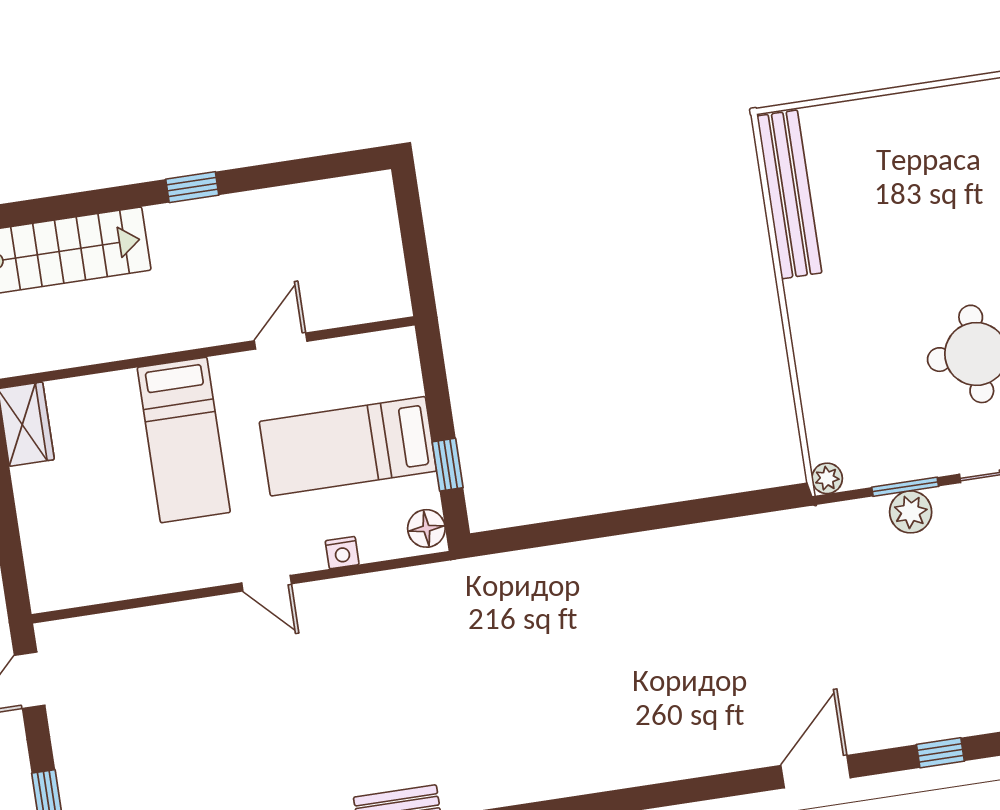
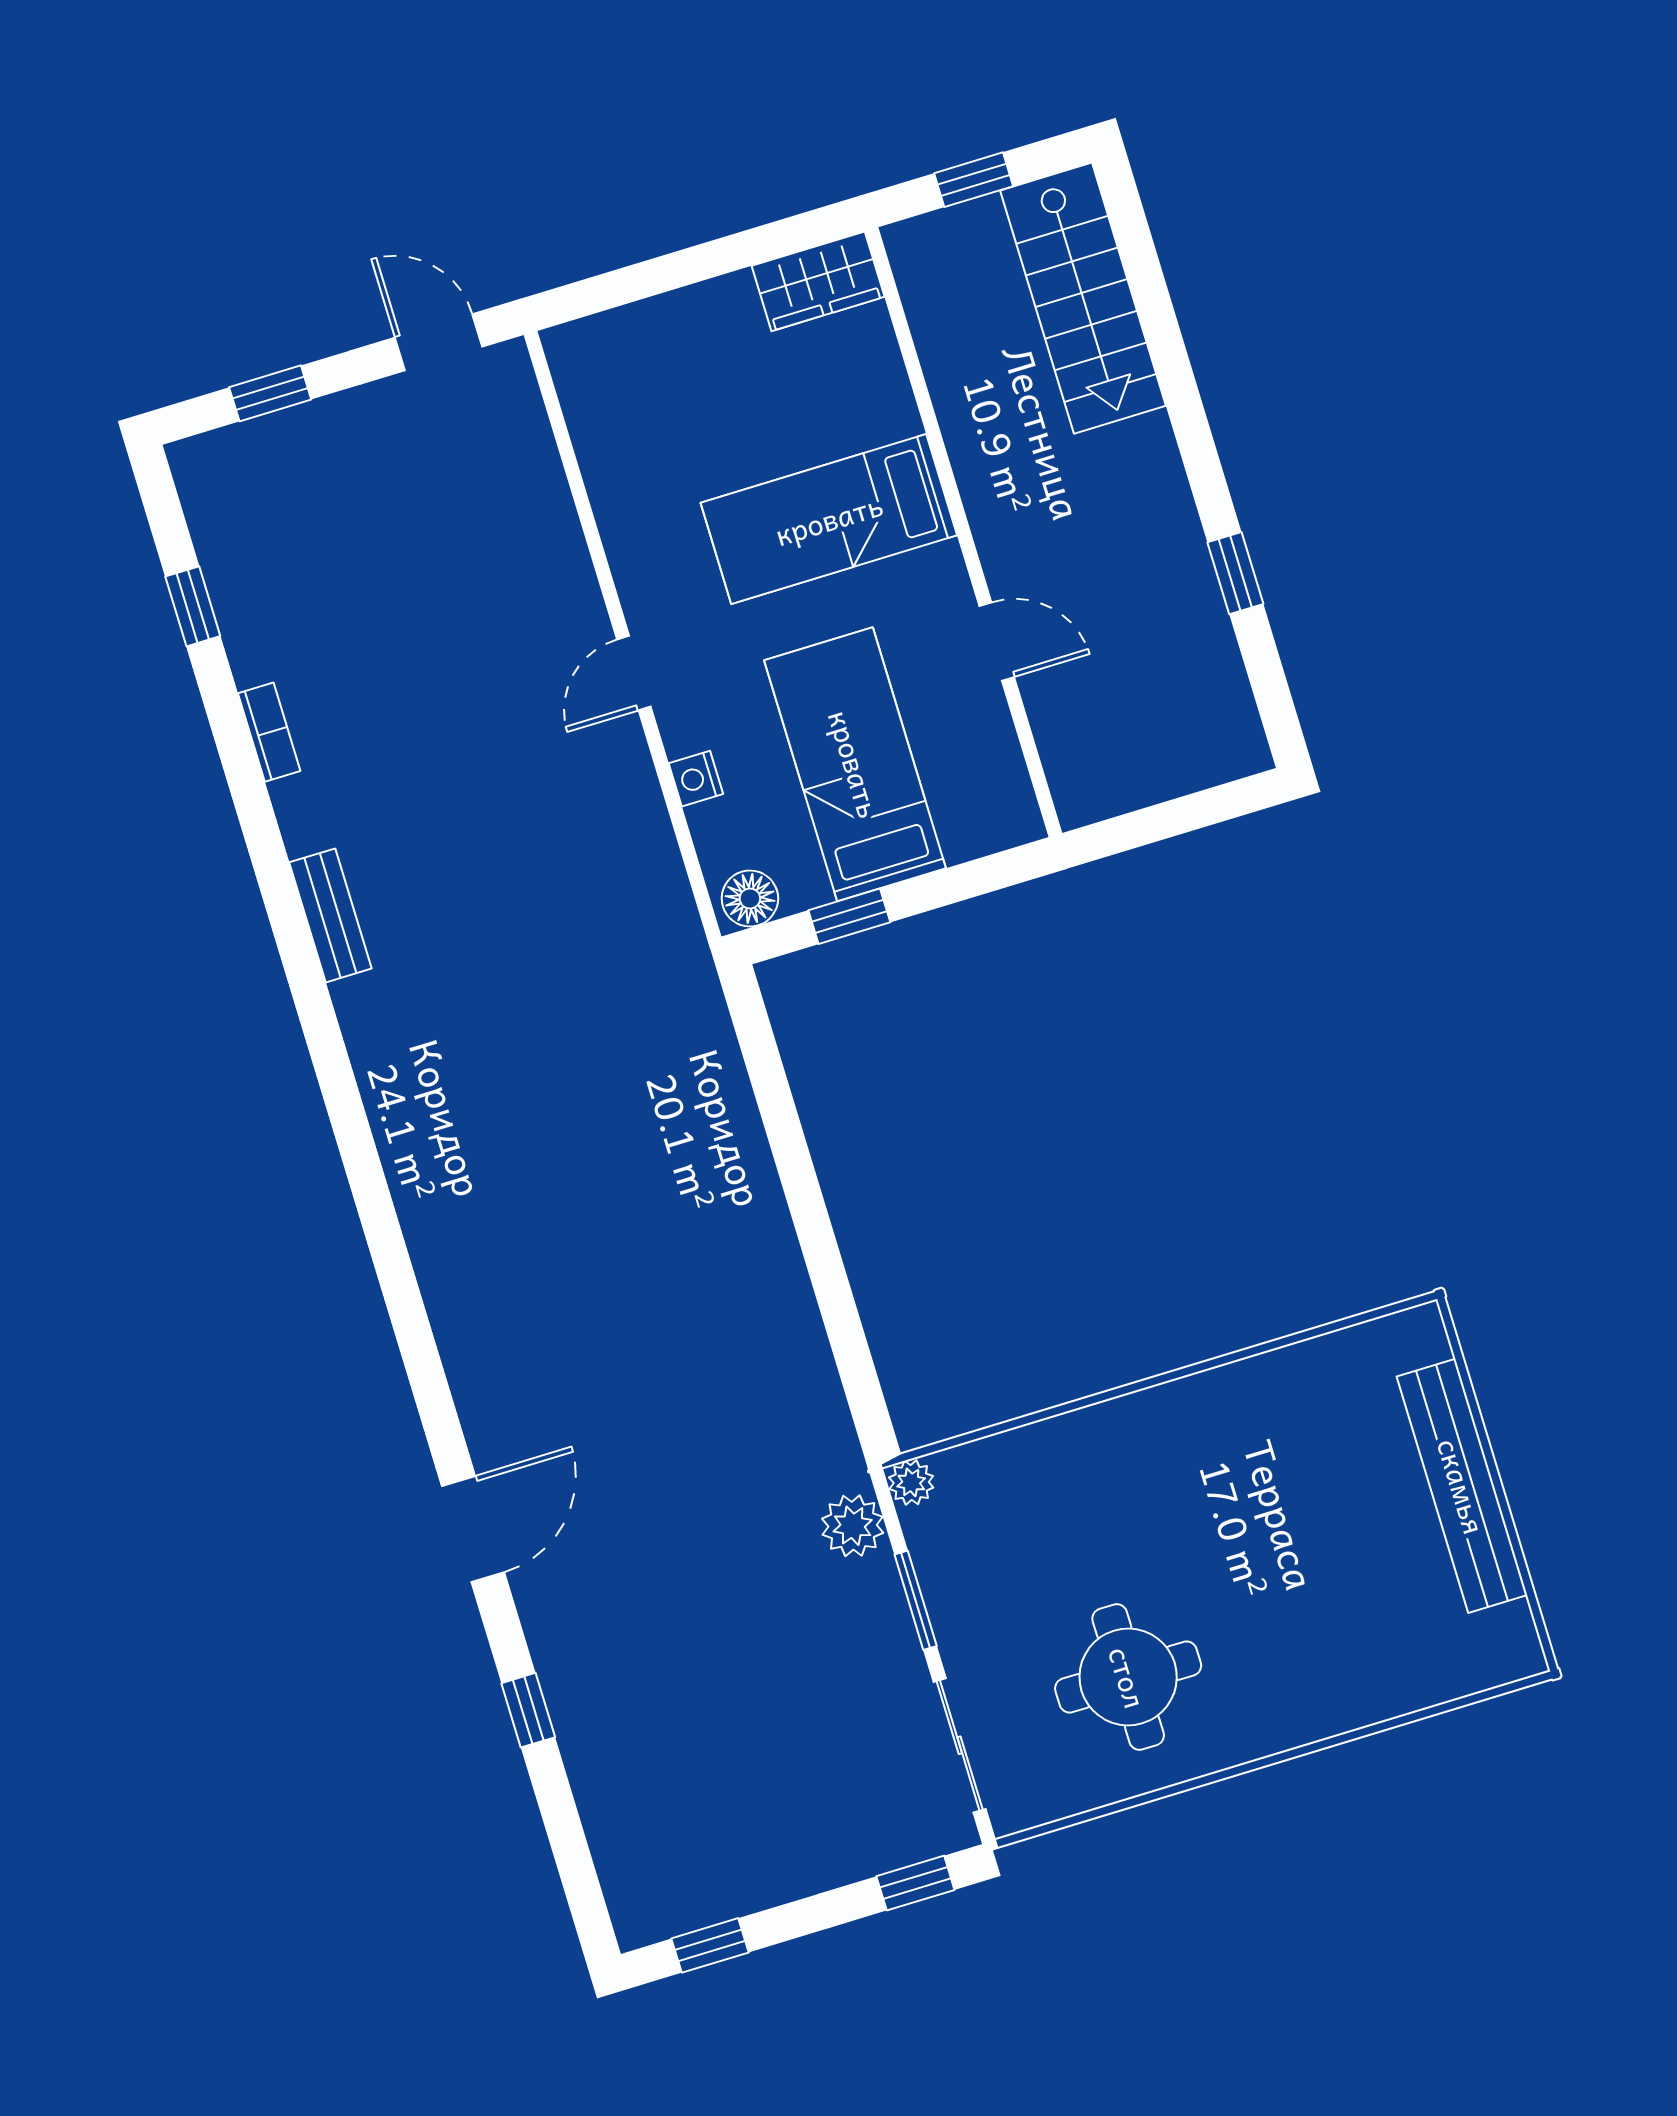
window: (192, 187) -> (1235, 573), moved
bench: (789, 194) -> (1462, 1486), moved, turned 90
plant: (911, 512) -> (853, 1526), moved
door: (816, 772) -> (473, 1529), hinge flipped

